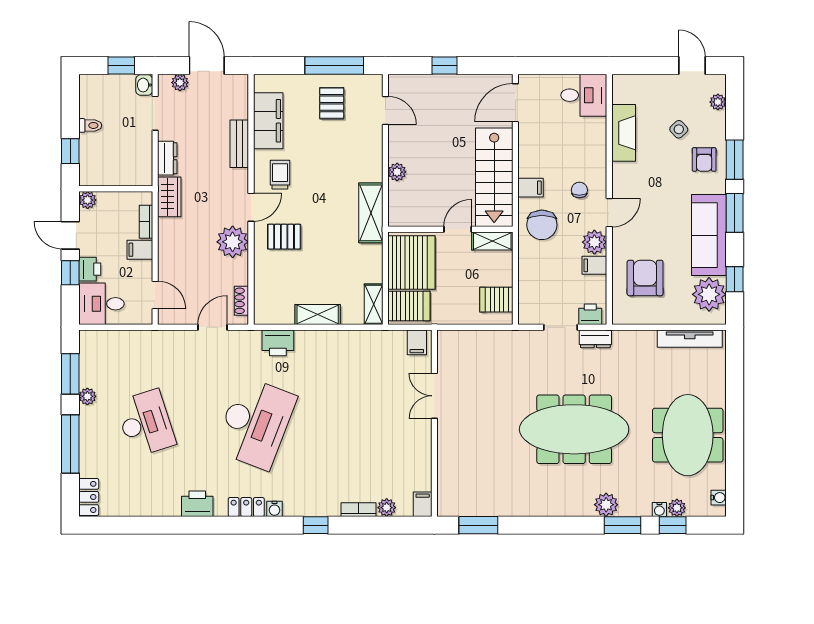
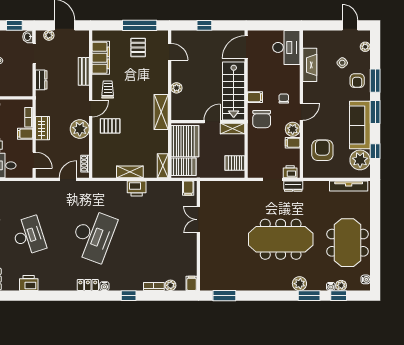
desk: (584, 95) -> (286, 47), width x1.37
wardrobe: (169, 197) -> (43, 128), moved
printer: (278, 343) -> (137, 188), moved
printer: (197, 504) -> (29, 283), moved

